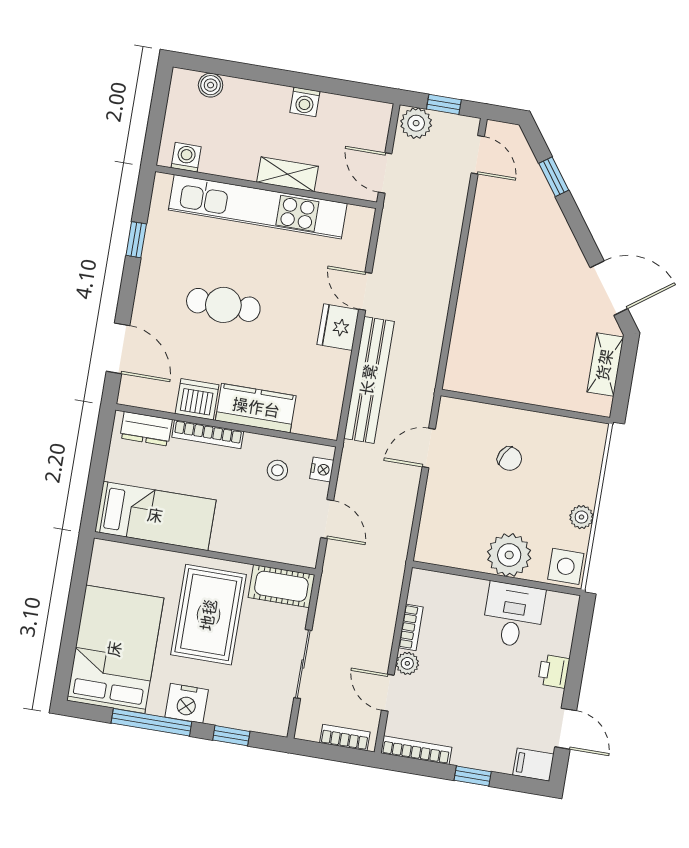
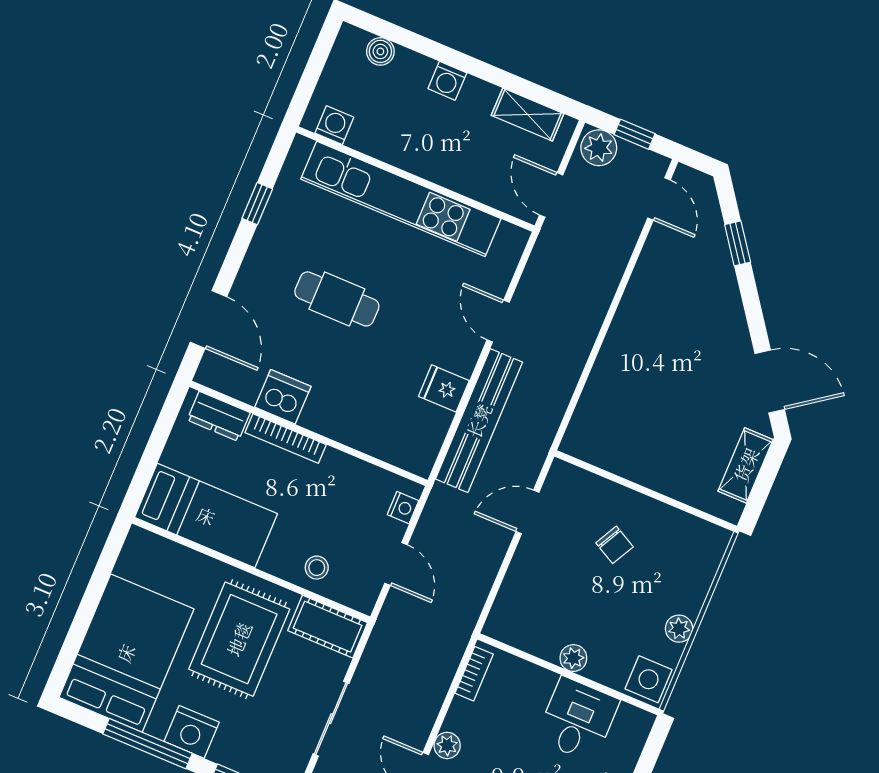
washing machine: (305, 102) -> (447, 81), moved
shelving: (288, 174) -> (528, 114), moved
fridge: (338, 327) -> (444, 388), moved, width x0.72
kitchen counter: (256, 408) -> (346, 422), removed
stool: (277, 470) -> (317, 568), moved
plant: (509, 555) -> (573, 658), width x0.53, depth x0.53
bookcase: (411, 627) -> (474, 674), moved

